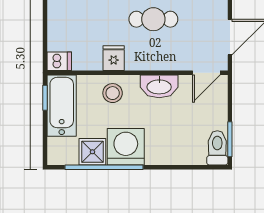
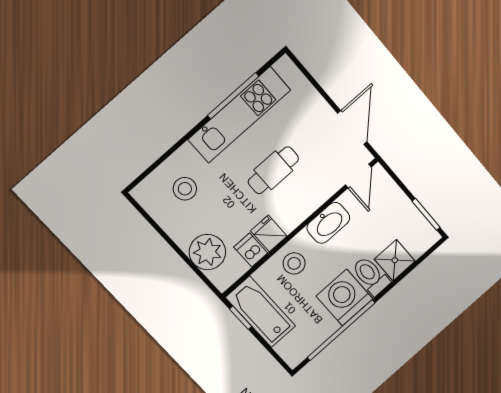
plant: (63, 34) -> (207, 252), added
dishwasher: (59, 61) -> (251, 250), moved, turned -90
toilet: (217, 148) -> (371, 276), moved
shower: (92, 152) -> (395, 260), moved

